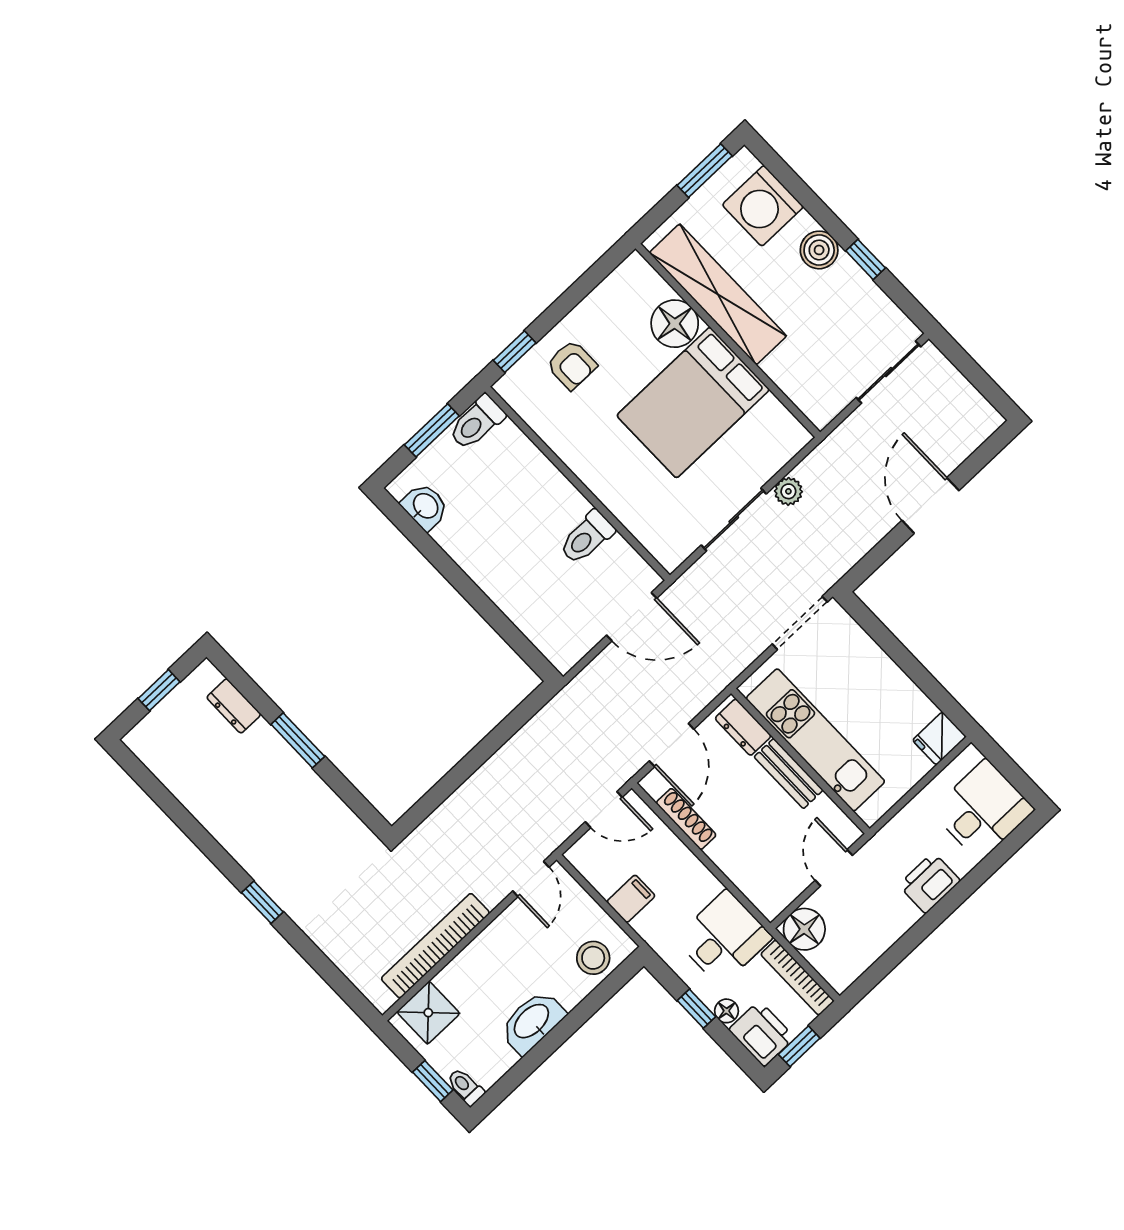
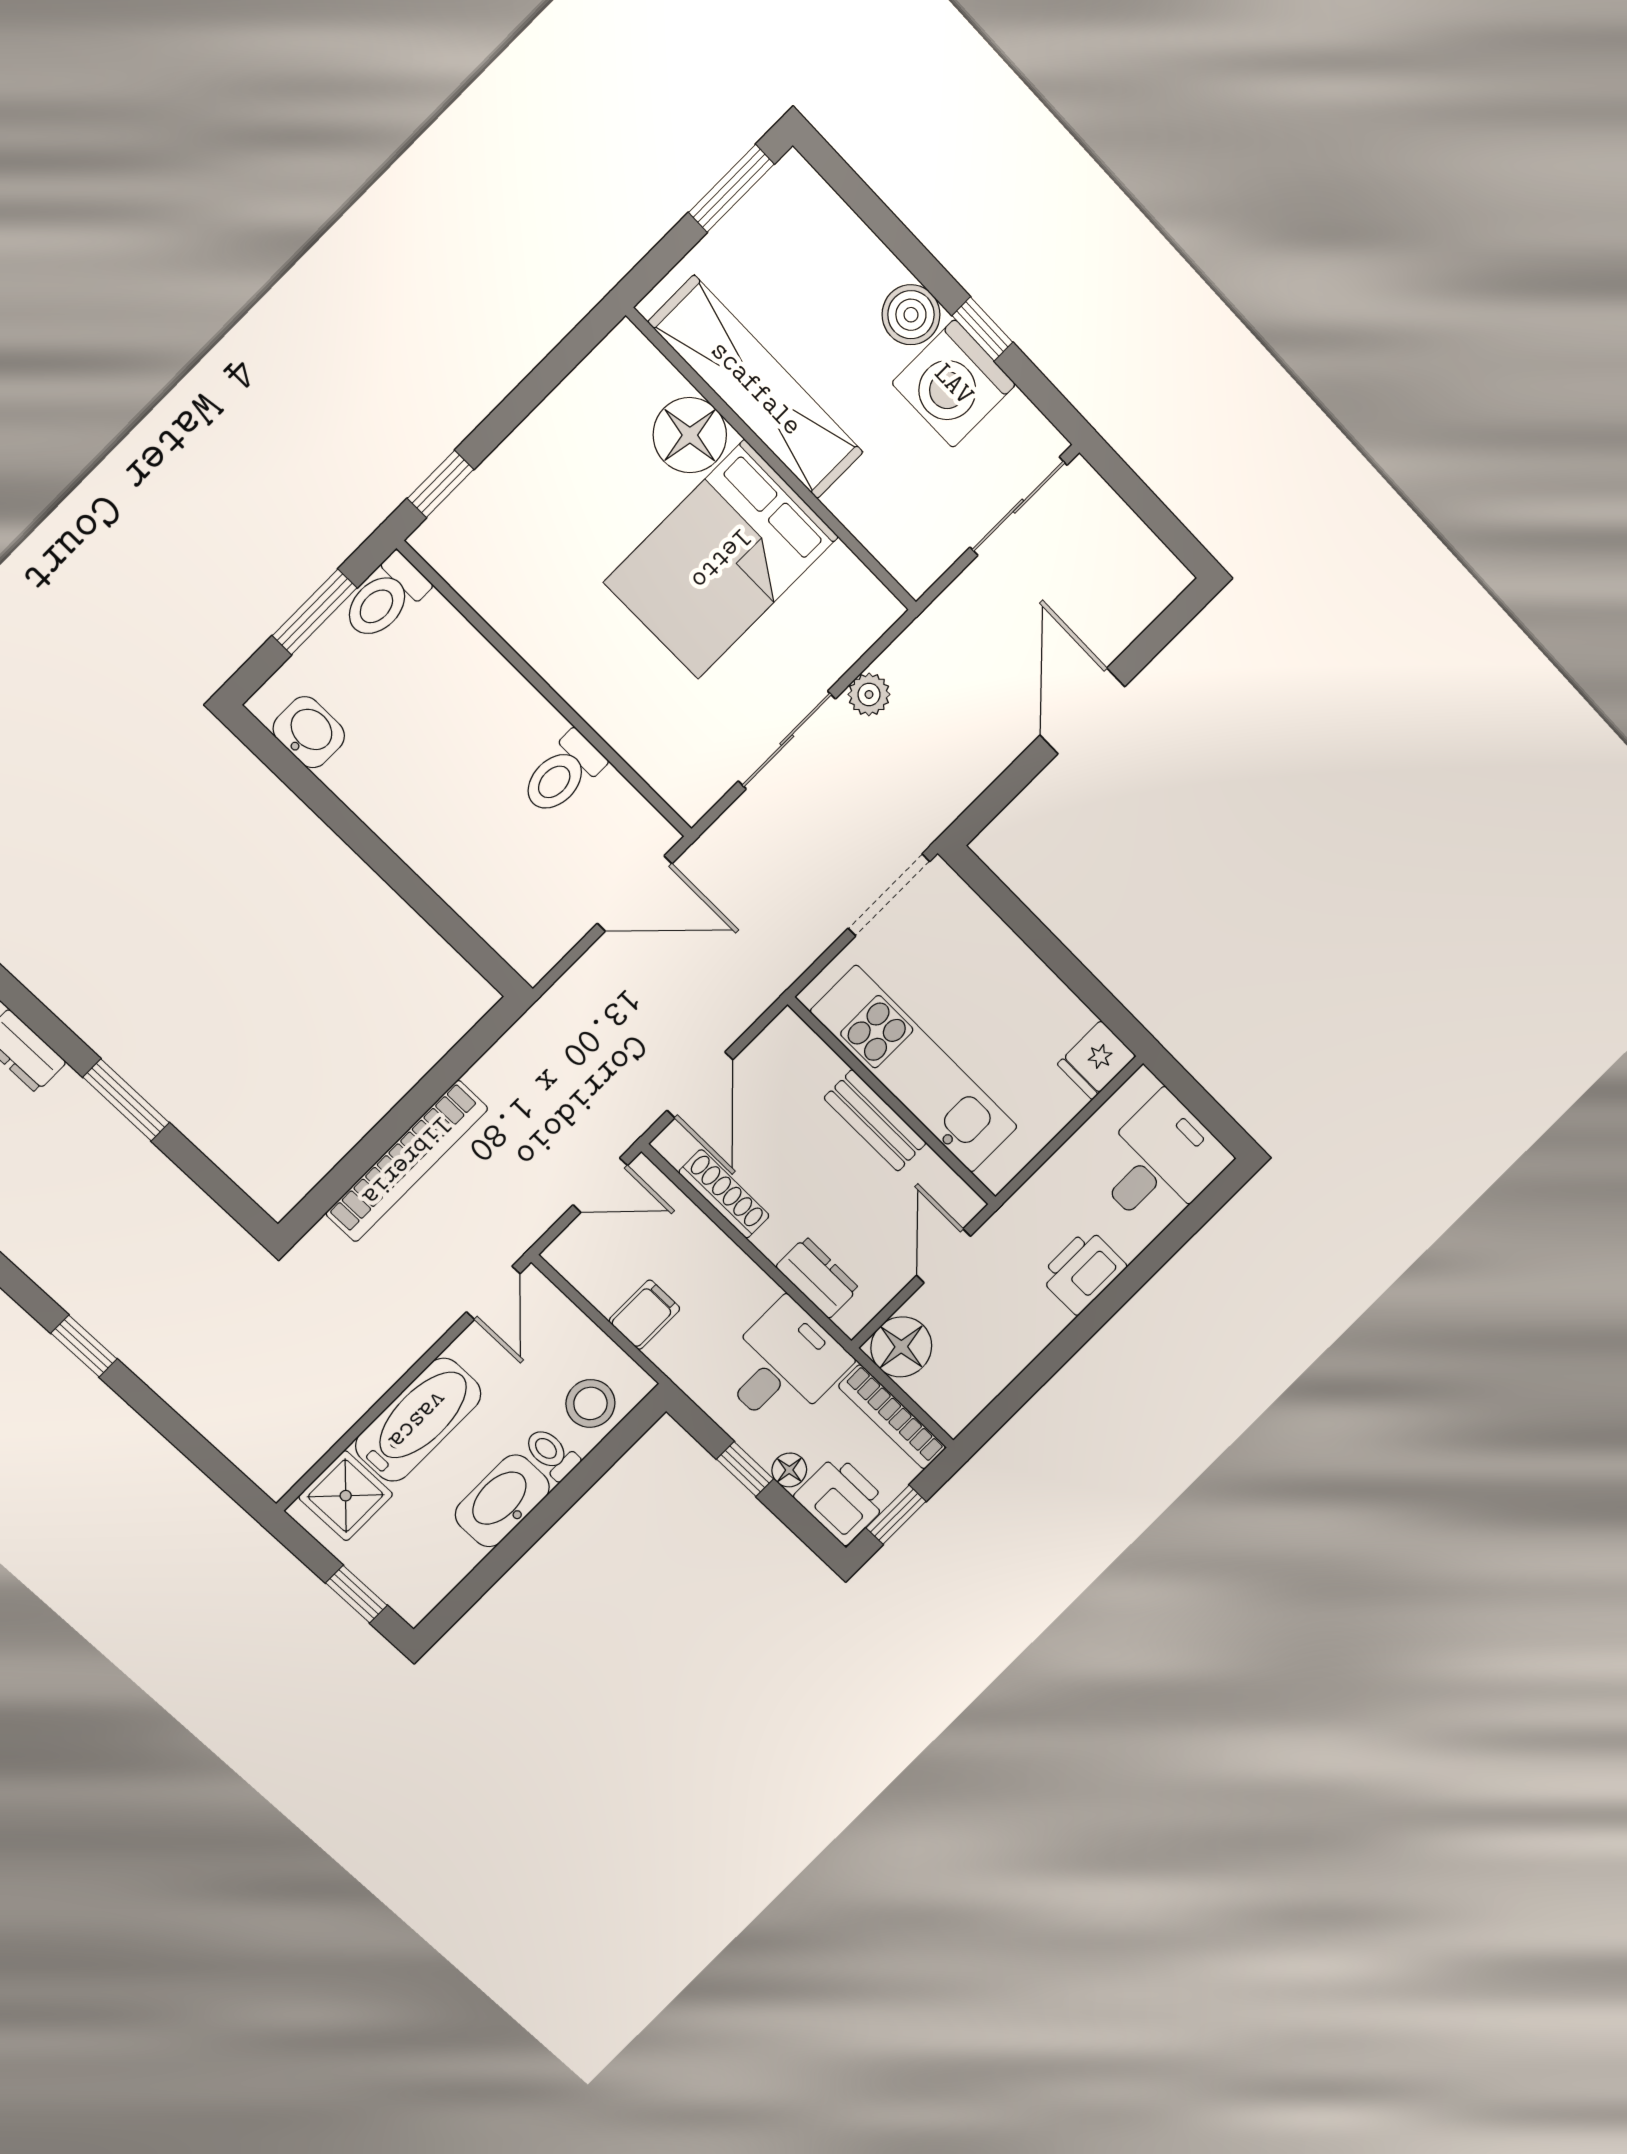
washing machine: (763, 206) -> (954, 384), moved
armchair: (572, 365) -> (531, 504), removed
dresser: (743, 727) -> (817, 1278), moved, turned 180
bookcase: (435, 946) -> (407, 1161), moved, turned 180
bathtub: (478, 963) -> (418, 1420), added
toilet: (465, 1087) -> (551, 1454), moved

